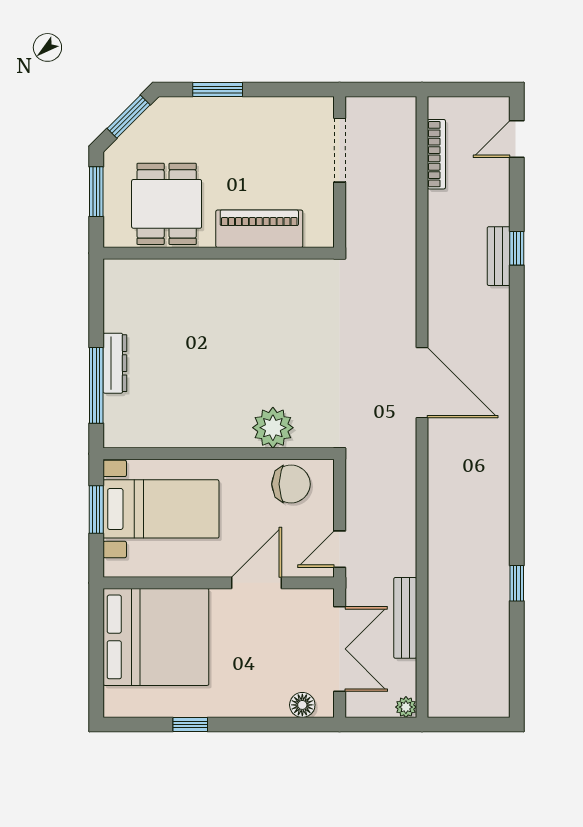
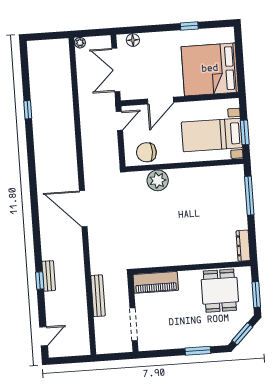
bookcase: (436, 154) -> (84, 326), removed
piano: (259, 229) -> (156, 282), moved
dresser: (115, 363) -> (243, 246), moved
bench: (405, 618) -> (98, 296), moved

